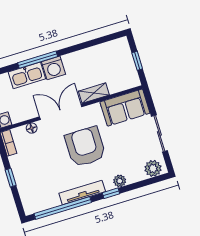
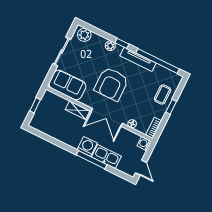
coffee table: (29, 181) -> (163, 95), added

